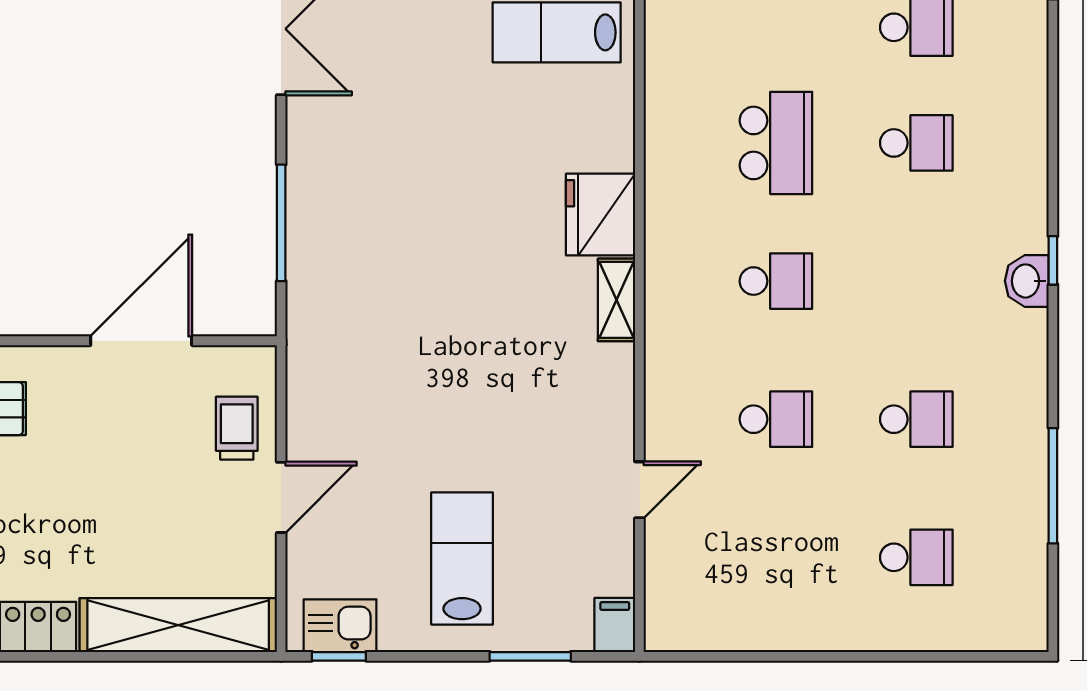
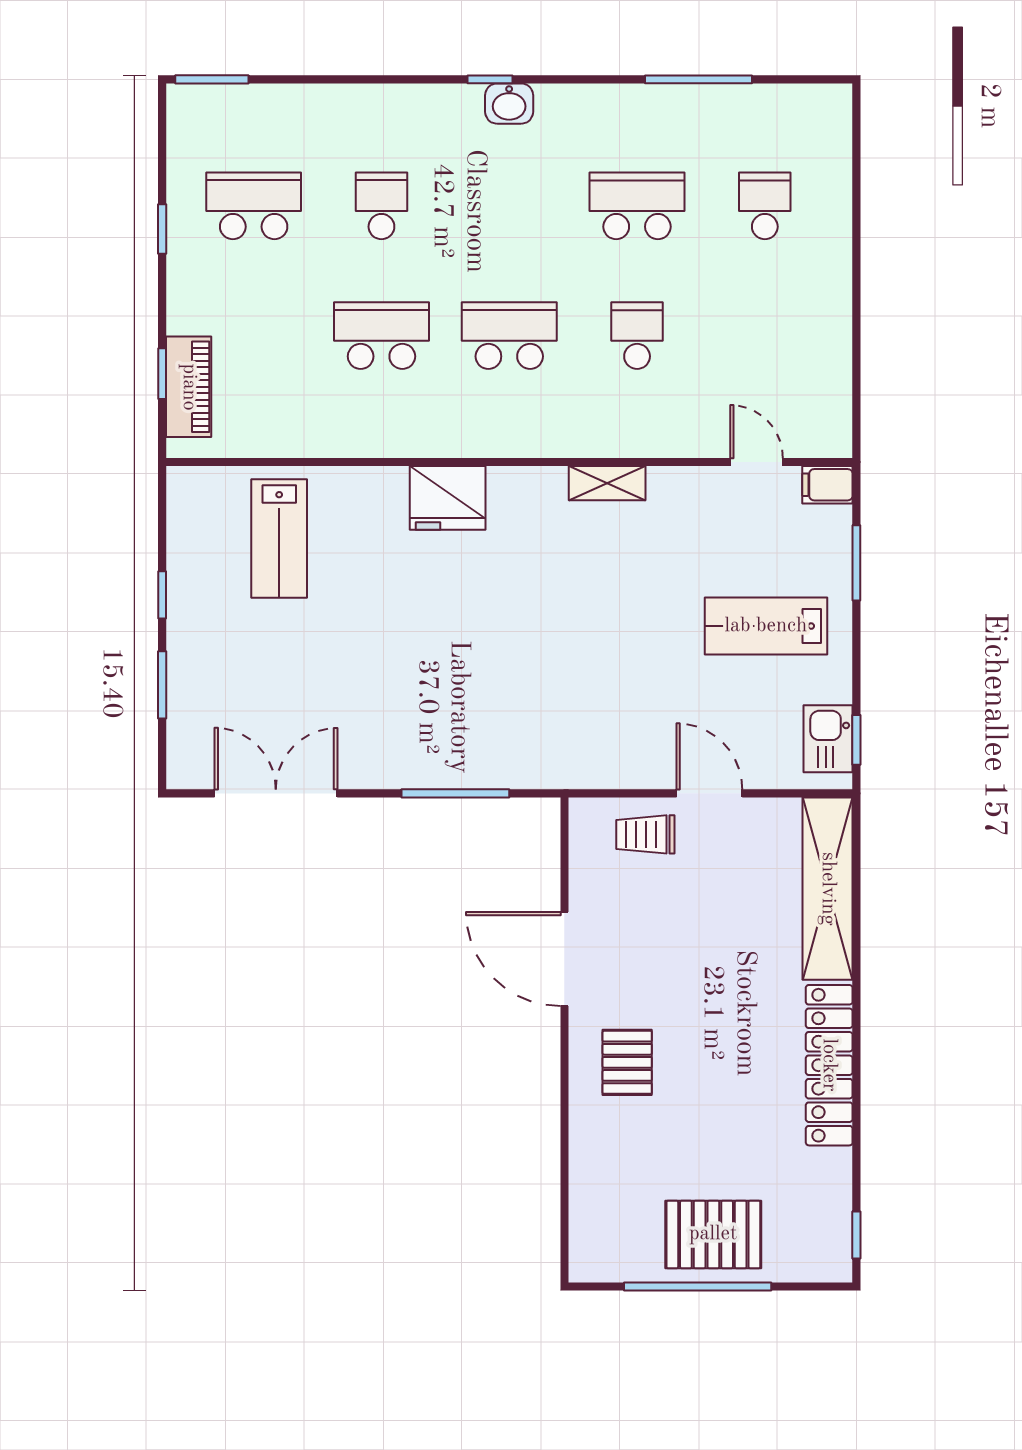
school desk: (776, 281) -> (509, 336), width x1.85
shelving: (616, 300) -> (607, 483), moved
door: (141, 341) -> (564, 959), moved
school desk: (916, 419) -> (637, 206), width x1.85
door: (639, 490) -> (757, 462), moved

